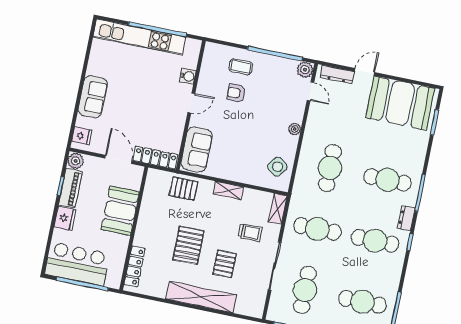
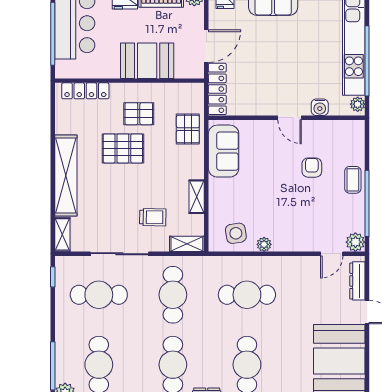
plant: (192, 45) -> (358, 104), added
coffee table: (241, 67) -> (353, 180), moved
plant: (295, 129) -> (264, 244), moved
sofa: (197, 149) -> (224, 151), moved, turned -90
side table: (277, 167) -> (236, 233), turned 45
shelving: (228, 190) -> (197, 197), moved
trolley: (250, 232) -> (153, 217), turned -89
pallet: (225, 264) -> (139, 114), moved
shelving: (249, 310) -> (62, 234), added

